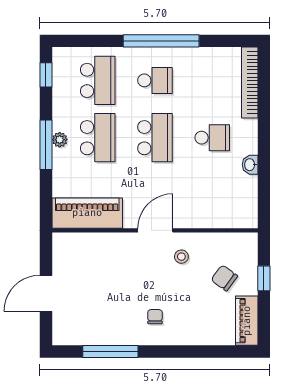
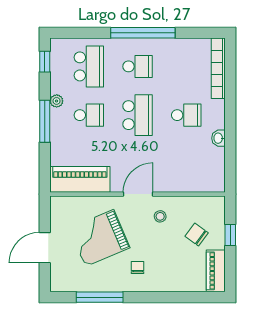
school desk: (98, 138) -> (89, 115), width x0.54
plant: (60, 140) -> (57, 101), moved
grand piano: (110, 282) -> (100, 238), added

